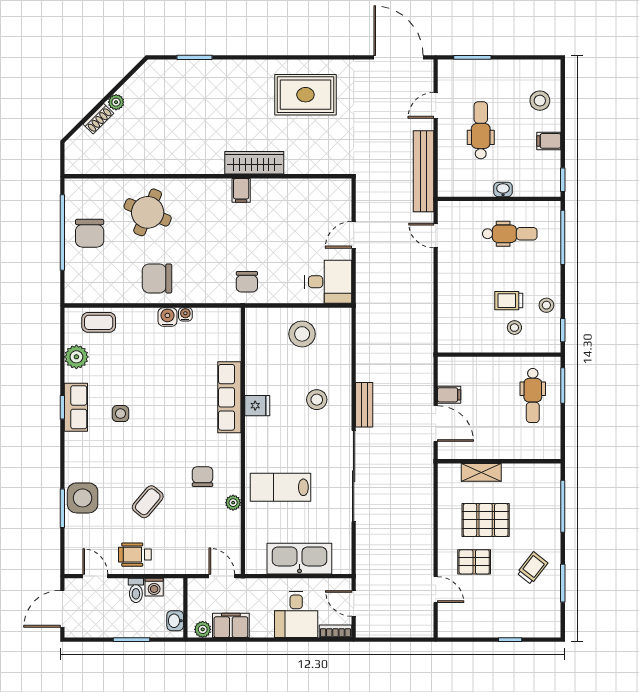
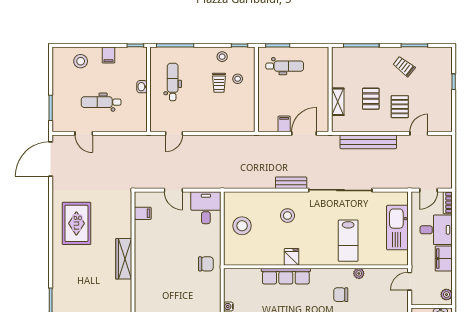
bench: (423, 171) -> (368, 142), moved
filing cabinet: (241, 190) -> (143, 213), moved
pallet: (486, 520) -> (371, 99), width x0.67, depth x0.71
filing cabinet: (231, 625) -> (444, 259), moved

